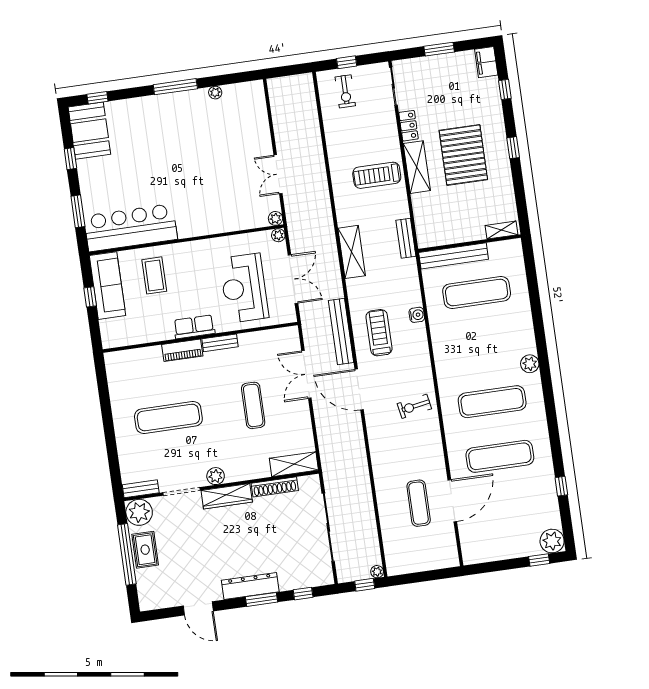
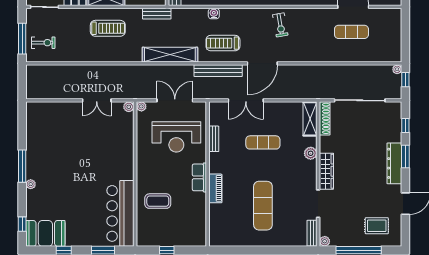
window: (347, 62) -> (22, 39), width x2.17
plant: (215, 93) -> (31, 184), moved
treadmill: (377, 175) -> (108, 28), turned -90
shelving: (352, 252) -> (170, 55), width x1.47
sofa: (107, 286) -> (160, 236), removed
bench: (220, 343) -> (214, 139), moved
plant: (216, 476) -> (311, 153), moved
shoe rack: (275, 487) -> (325, 118), moved
plant: (139, 512) -> (325, 241), width x0.53, depth x0.53
rug: (145, 550) -> (377, 226), moved

